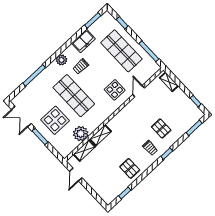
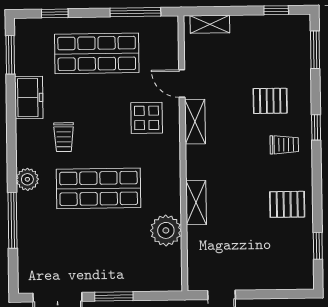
plant: (62, 60) -> (27, 179), moved
display table: (55, 120) -> (110, 251), removed
shelving: (84, 151) -> (195, 122), moved

